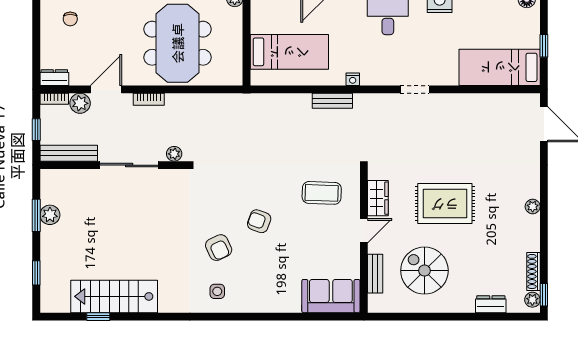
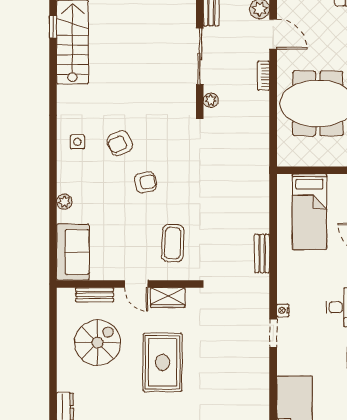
nightstand: (353, 79) -> (283, 310), moved
armchair: (259, 221) -> (145, 182), turned 60
plant: (279, 305) -> (64, 202), added

